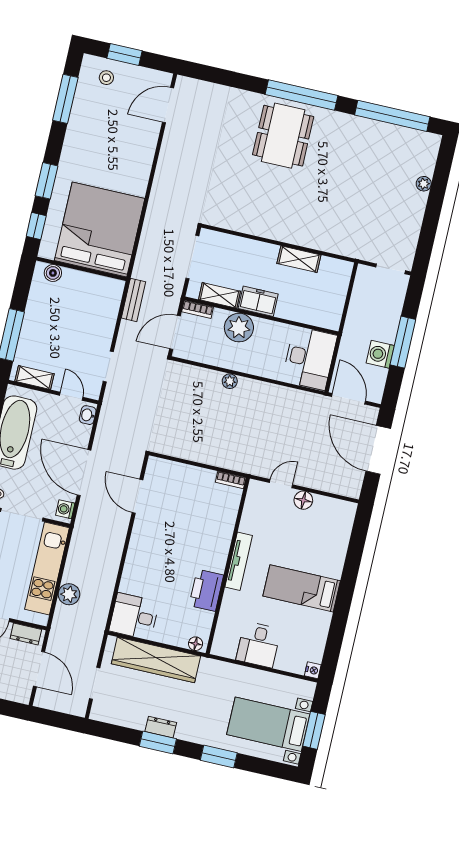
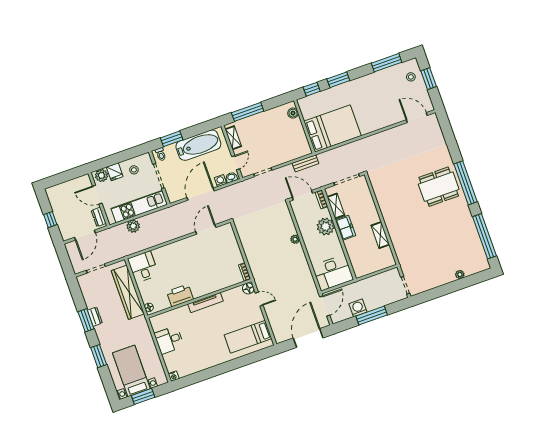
bed: (100, 230) -> (333, 129), width x0.73
floor lamp: (303, 500) -> (248, 288), moved
washing machine: (65, 509) -> (220, 181), moved
bed: (302, 588) -> (248, 337), moved, turned -90

